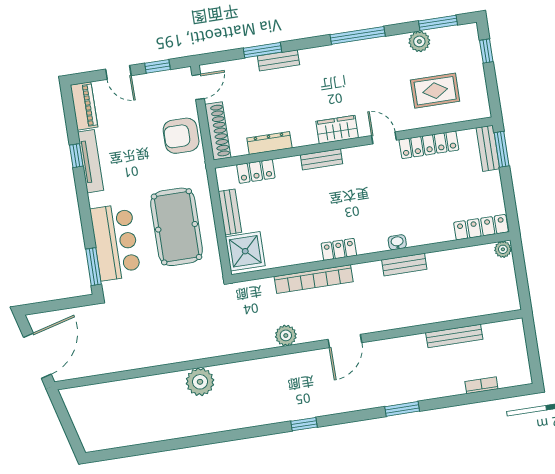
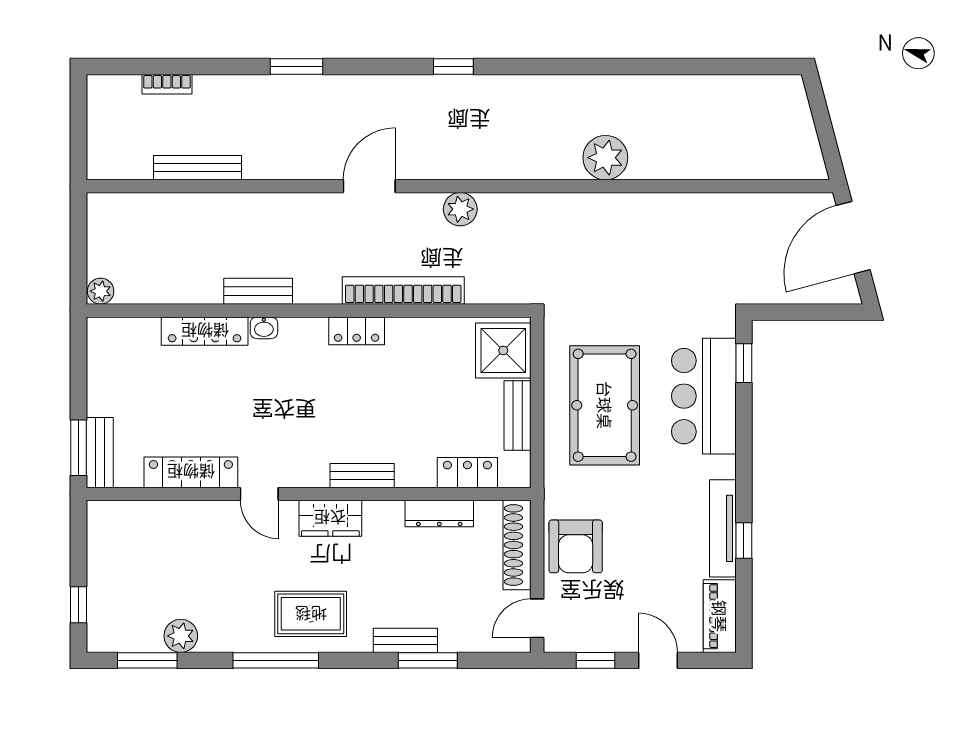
rug: (435, 91) -> (311, 614), moved
armchair: (181, 136) -> (576, 546), turned 90
locker: (481, 227) -> (205, 331), moved
window: (94, 267) -> (744, 363), width x0.67

